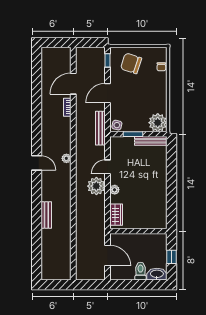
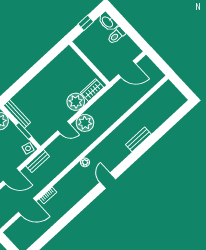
bench: (100, 128) -> (38, 161), width x0.73
plant: (115, 190) -> (76, 102), width x1.88, depth x1.88
door: (107, 256) -> (127, 69), swing flipped

